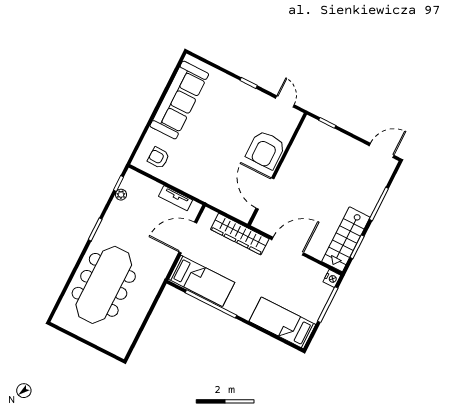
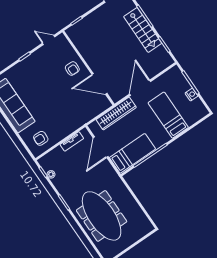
armchair: (266, 150) -> (72, 68), width x0.53, depth x0.53
stairs: (346, 239) -> (143, 30), moved
nightstand: (332, 278) -> (192, 95), moved
bed: (282, 323) -> (168, 115), moved, turned 90

